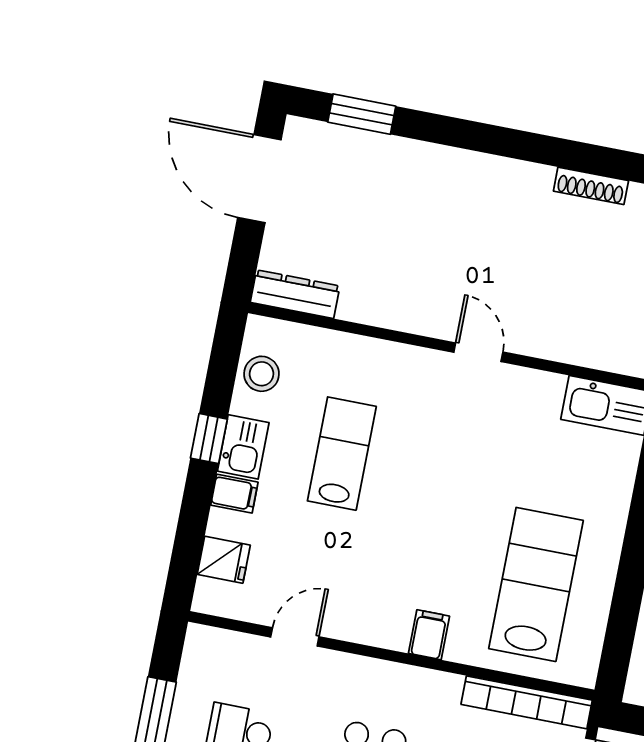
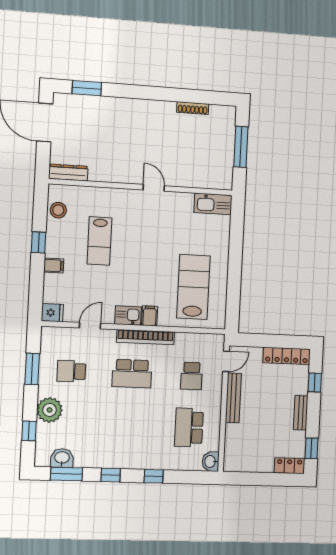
kitchen sink: (243, 447) -> (128, 316), moved, turned -90
lab bench: (342, 454) -> (99, 241), turned 180
fridge: (224, 560) -> (52, 313), moved
bookcase: (527, 702) -> (145, 337), moved

